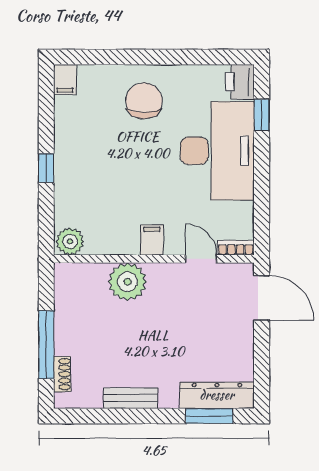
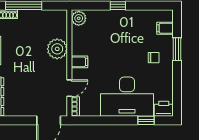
window: (128, 57) -> (177, 49), added
filing cabinet: (65, 80) -> (165, 28), moved
chair: (144, 101) -> (154, 58), width x0.54, depth x0.54

